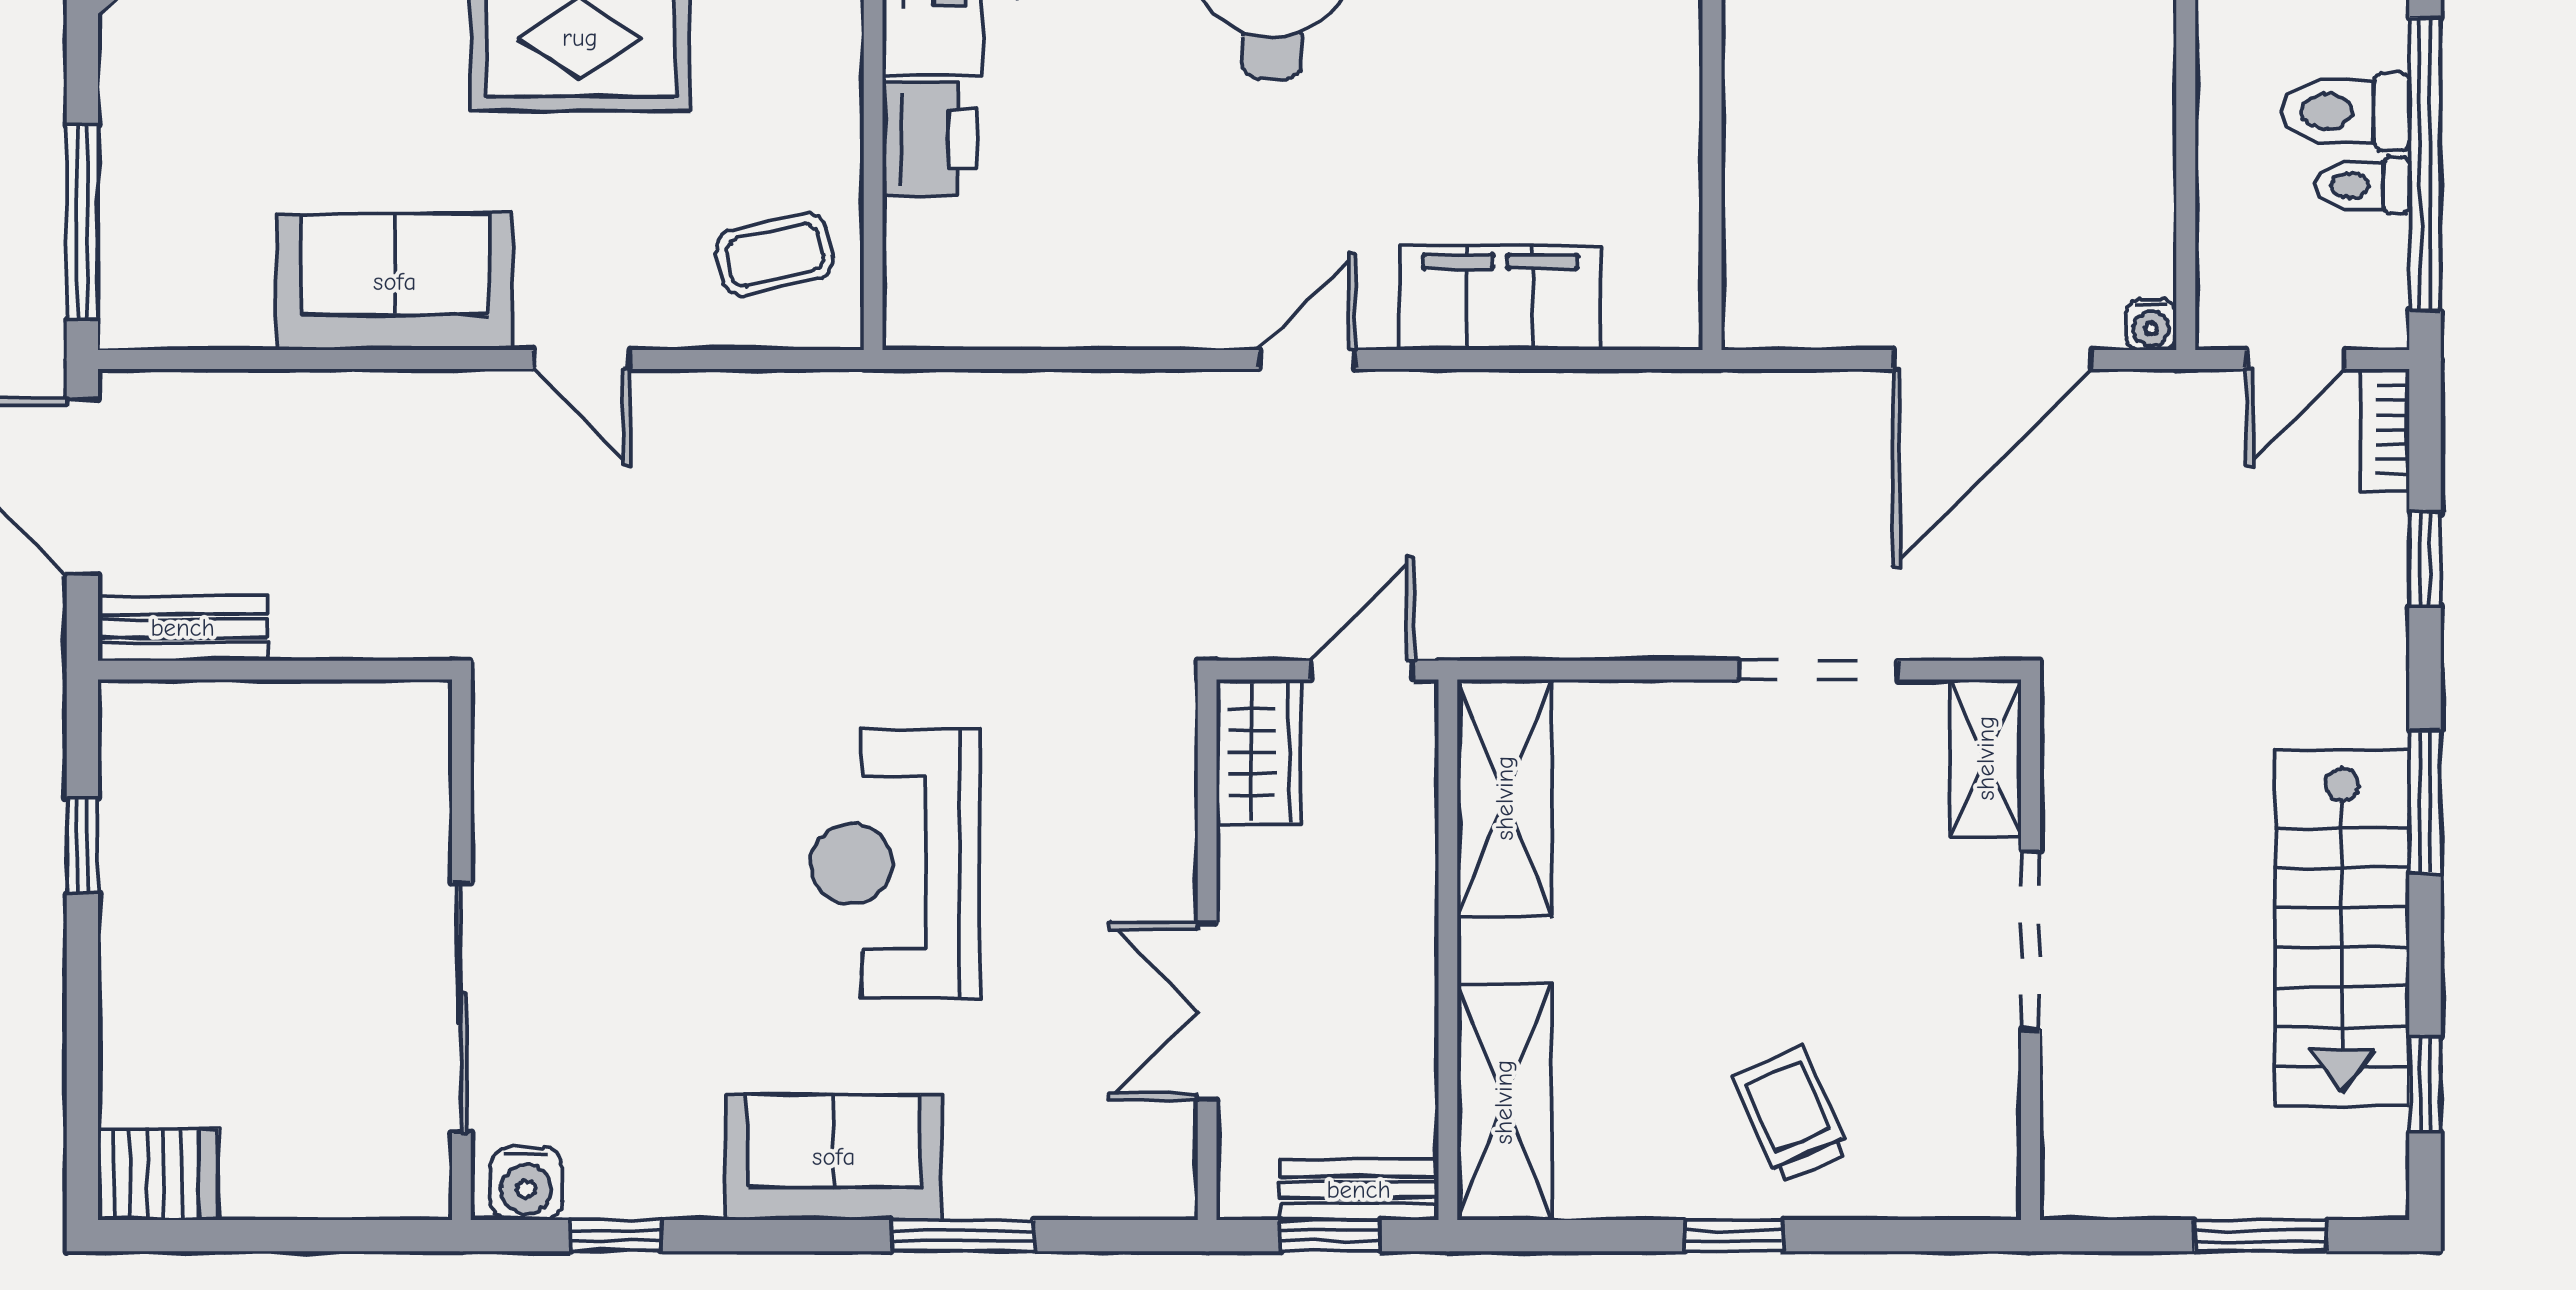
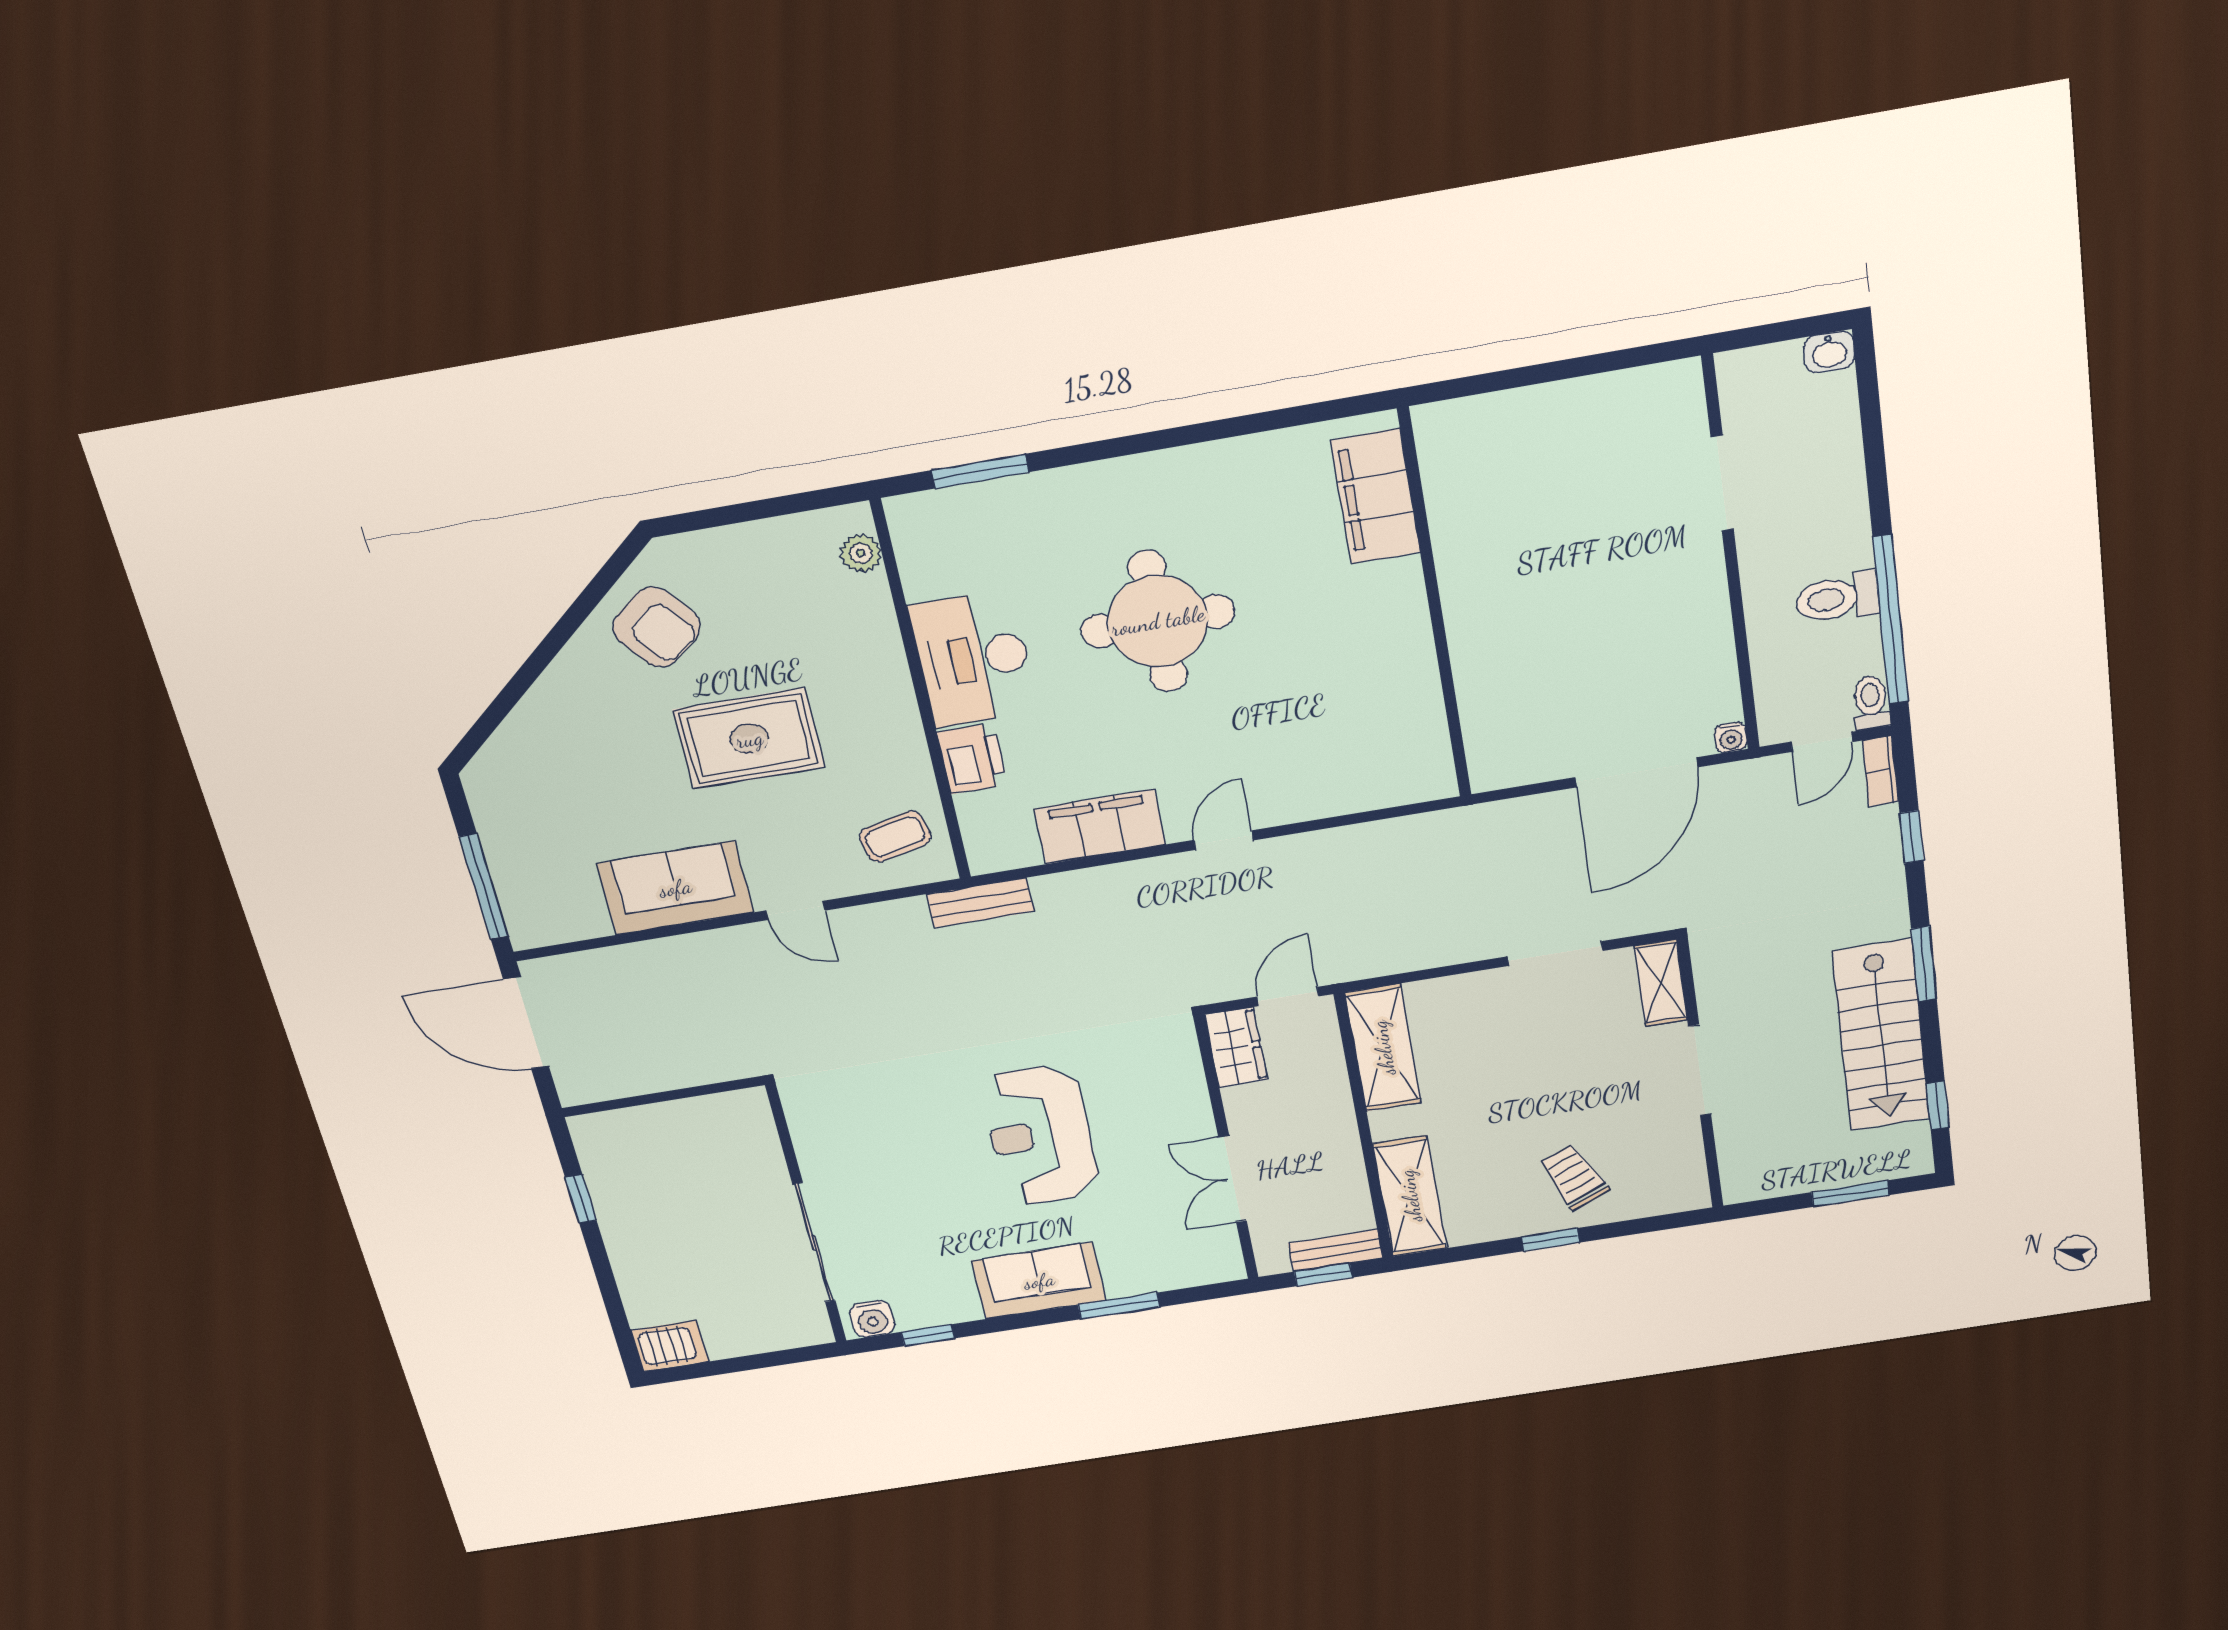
toilet: (2363, 186) -> (1871, 702), moved, turned 90
filing cabinet: (1500, 298) -> (1100, 827), moved
bench: (183, 628) -> (980, 903), moved

